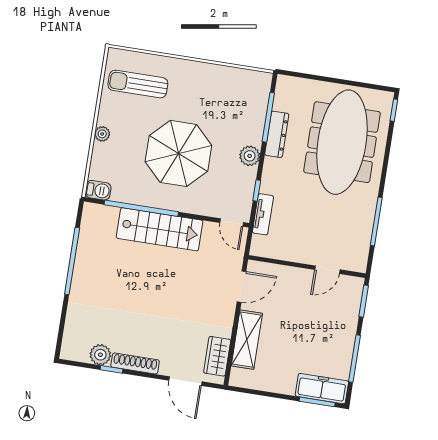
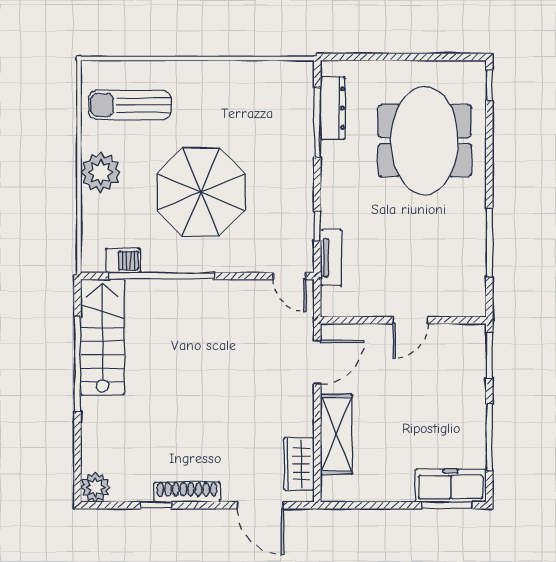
plant: (102, 134) -> (101, 172), width x1.87, depth x1.87
dresser: (277, 134) -> (333, 108), moved
meeting table: (342, 142) -> (425, 141), width x0.73
plant: (250, 156) -> (300, 180), removed
barbecue: (98, 190) -> (123, 260), moved
stairs: (160, 229) -> (103, 337), moved, turned -90
door: (327, 270) -> (410, 320), moved
plant: (100, 355) -> (95, 487), moved

